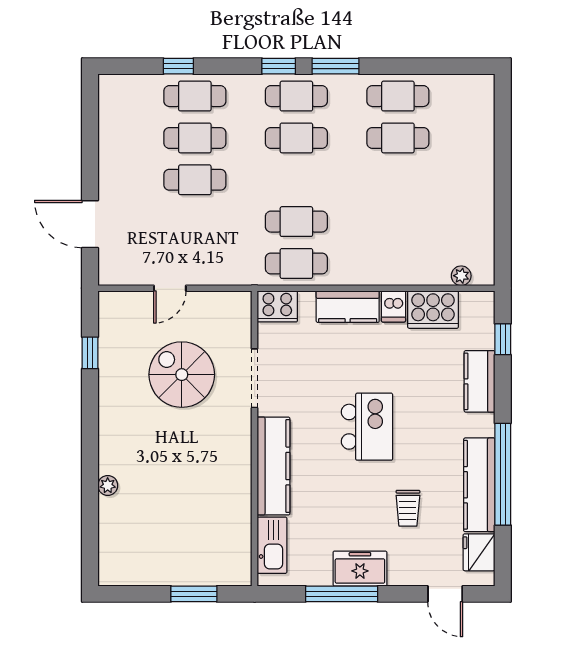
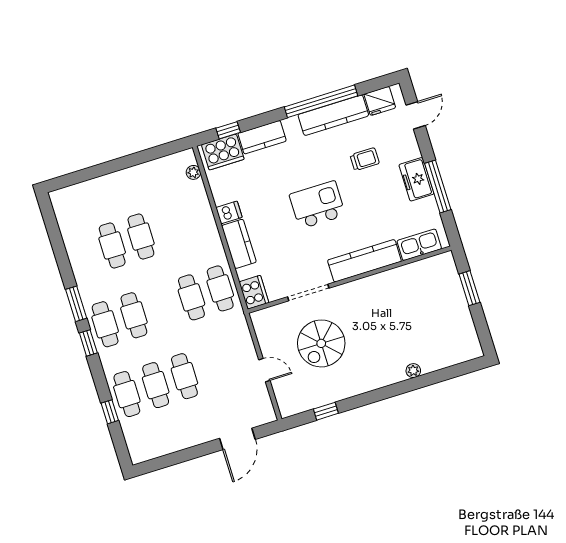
cafe table: (398, 96) -> (141, 237), moved
cooker: (433, 310) -> (223, 152), moved, turned 90

